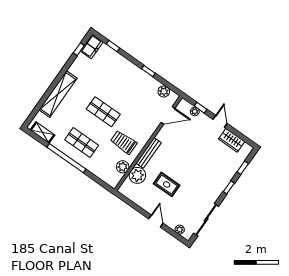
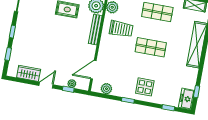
display table: (126, 76) -> (145, 87), added
door: (220, 121) -> (46, 85), swing flipped

